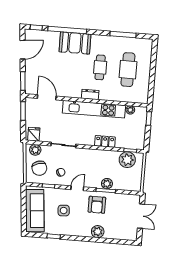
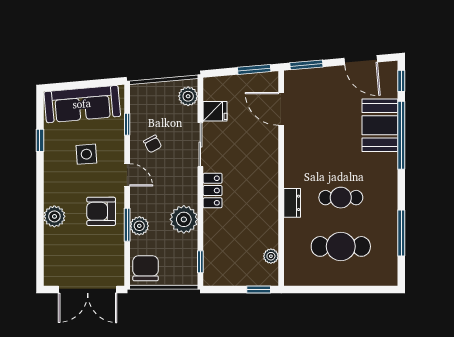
booth: (75, 43) -> (380, 125), moved
dresser: (90, 95) -> (292, 203), moved
door: (47, 97) -> (281, 109), swing flipped
kitchen unit: (94, 109) -> (267, 193), removed
fridge: (34, 134) -> (215, 111), moved
locker: (105, 141) -> (213, 191), moved
plant: (127, 160) -> (184, 219), moved
chair: (39, 168) -> (146, 268), moved, turned 106
double door: (141, 216) -> (88, 290), width x1.37

